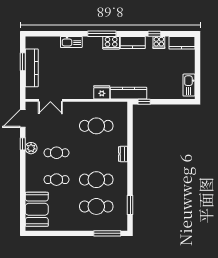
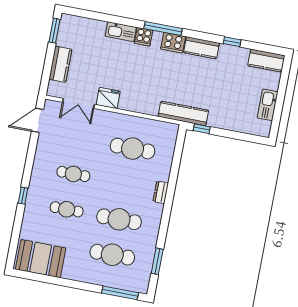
cooker: (159, 42) -> (144, 37), moved
window: (23, 62) -> (55, 31), moved
kitchen counter: (32, 68) -> (60, 64), width x0.67
kitchen sink: (189, 85) -> (268, 105), moved
fridge: (102, 92) -> (108, 98), moved
window: (23, 144) -> (23, 196), moved
plant: (31, 148) -> (41, 161), removed
booth: (37, 209) -> (41, 259), moved, turned 90

